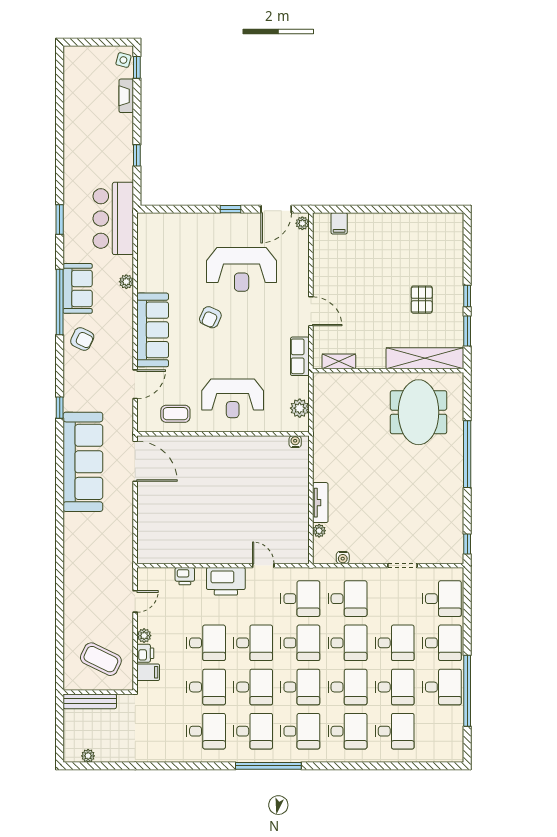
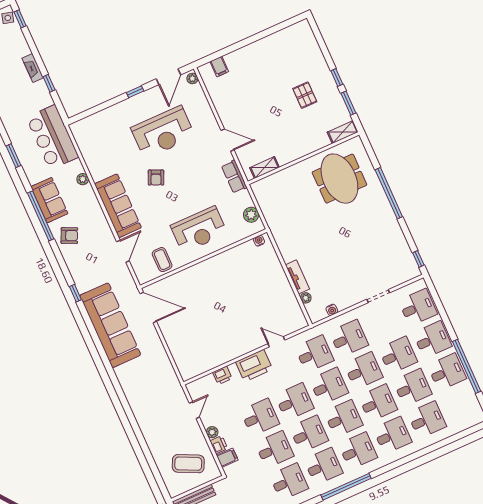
fireplace: (126, 96) -> (33, 68), moved
shelving: (425, 358) -> (343, 132), width x0.45, depth x0.75
coffee table: (175, 414) -> (162, 260), turned 90

